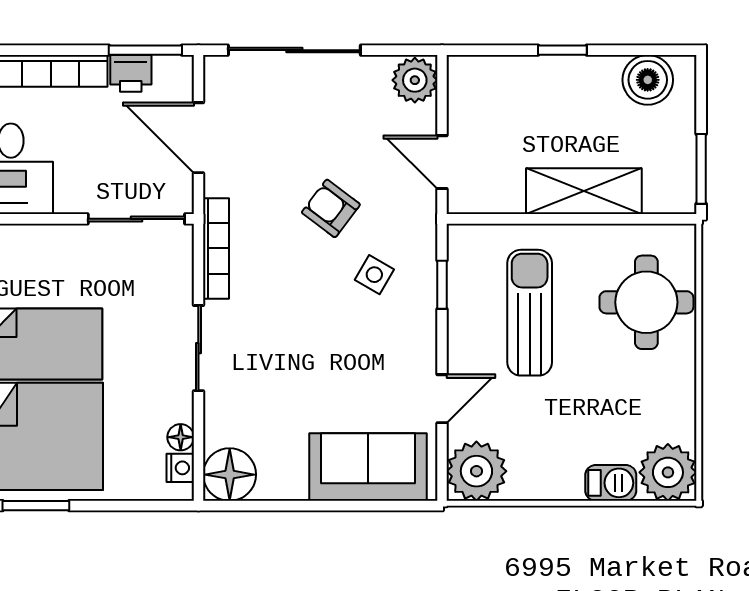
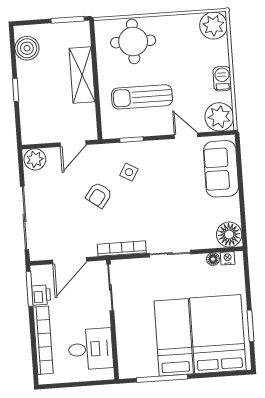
barbecue: (611, 483) -> (222, 79), moved

